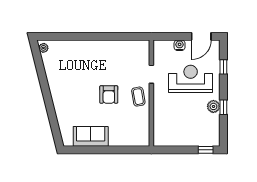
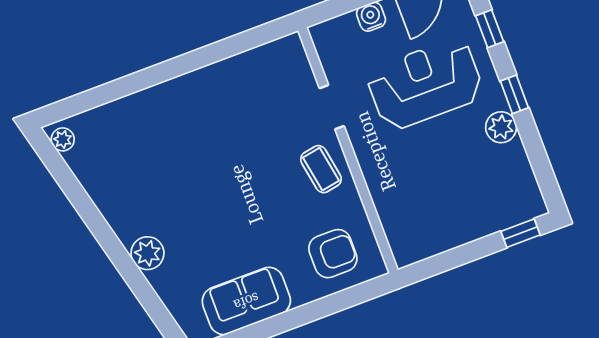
armchair: (109, 95) -> (333, 254), moved, turned -90
plant: (60, 104) -> (147, 253), added
window: (223, 107) -> (514, 94), moved

